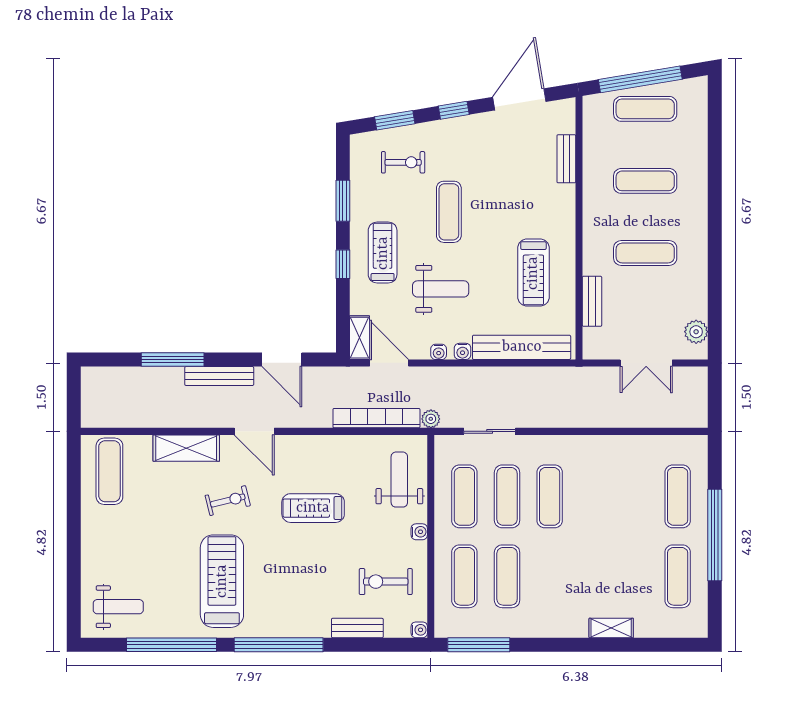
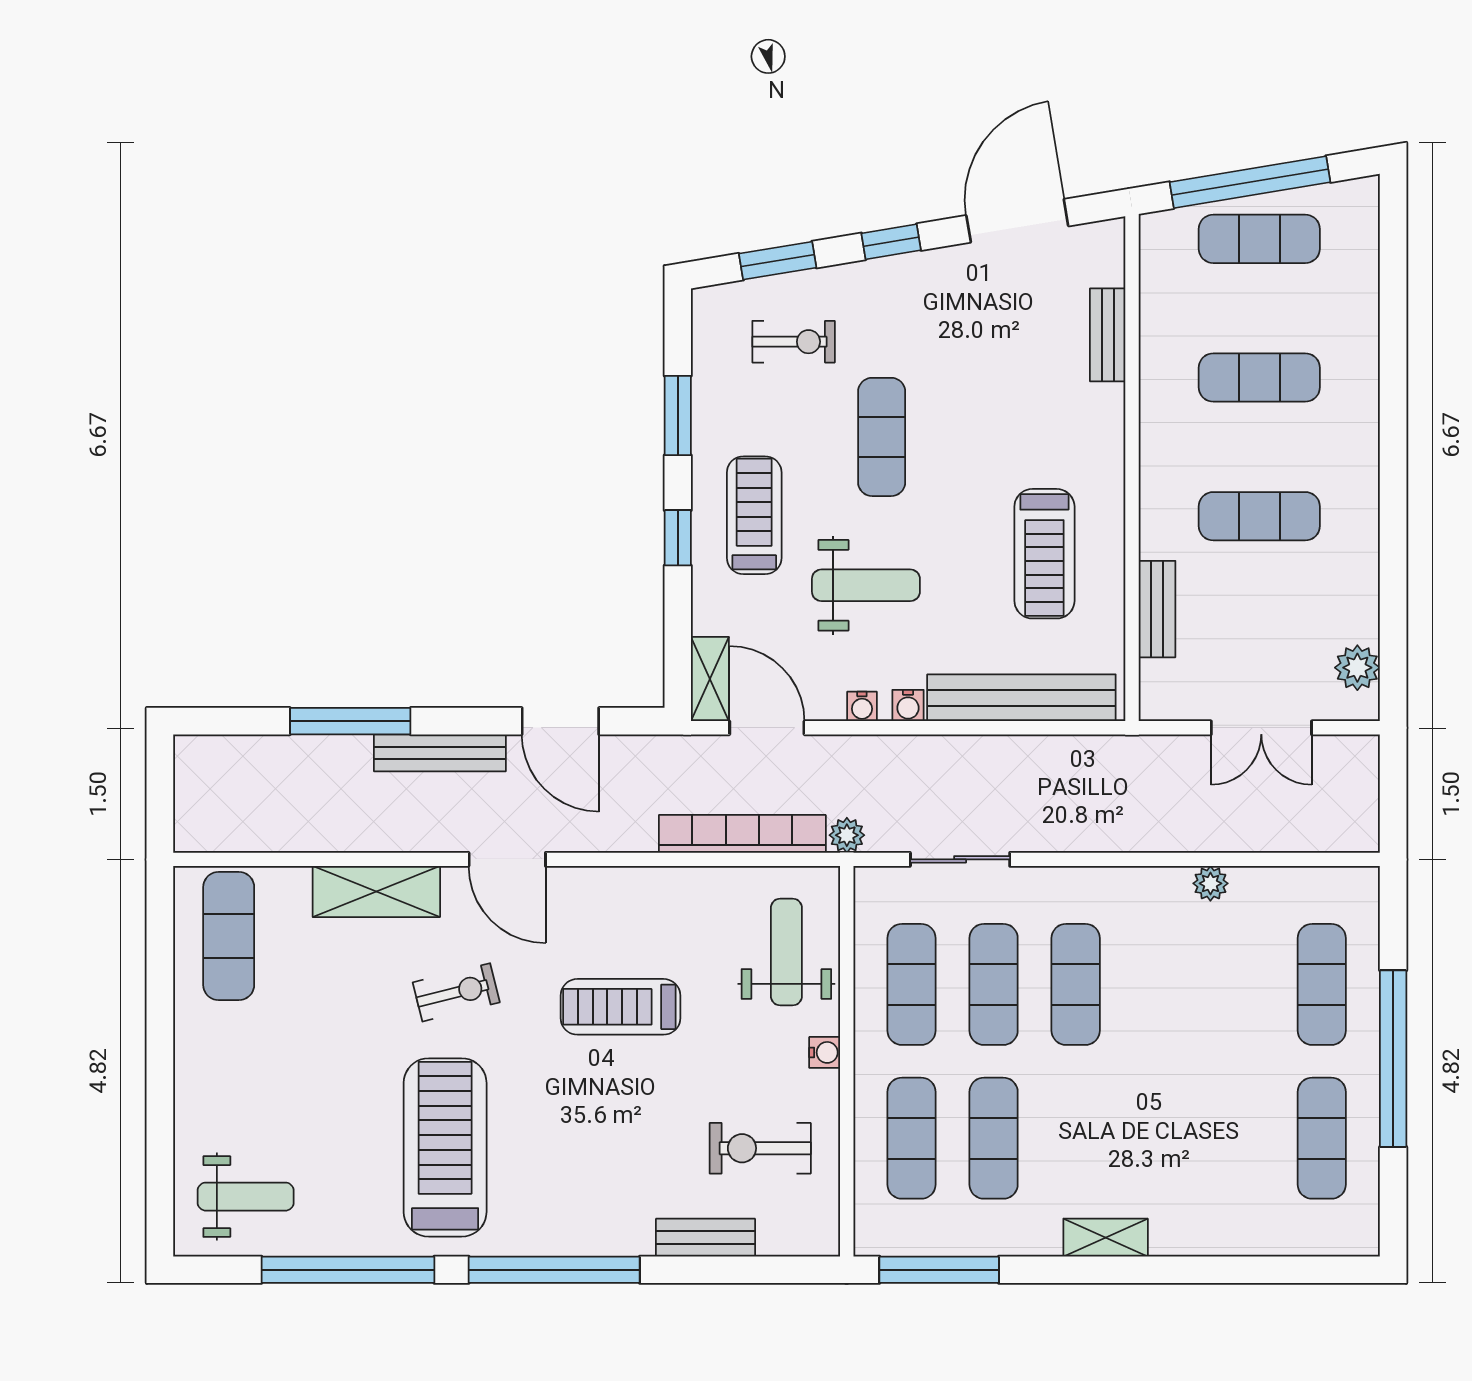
plant: (620, 444) -> (1210, 883), added
shelving: (611, 628) -> (1106, 1238), moved
water cooler: (419, 630) -> (825, 1241), removed

